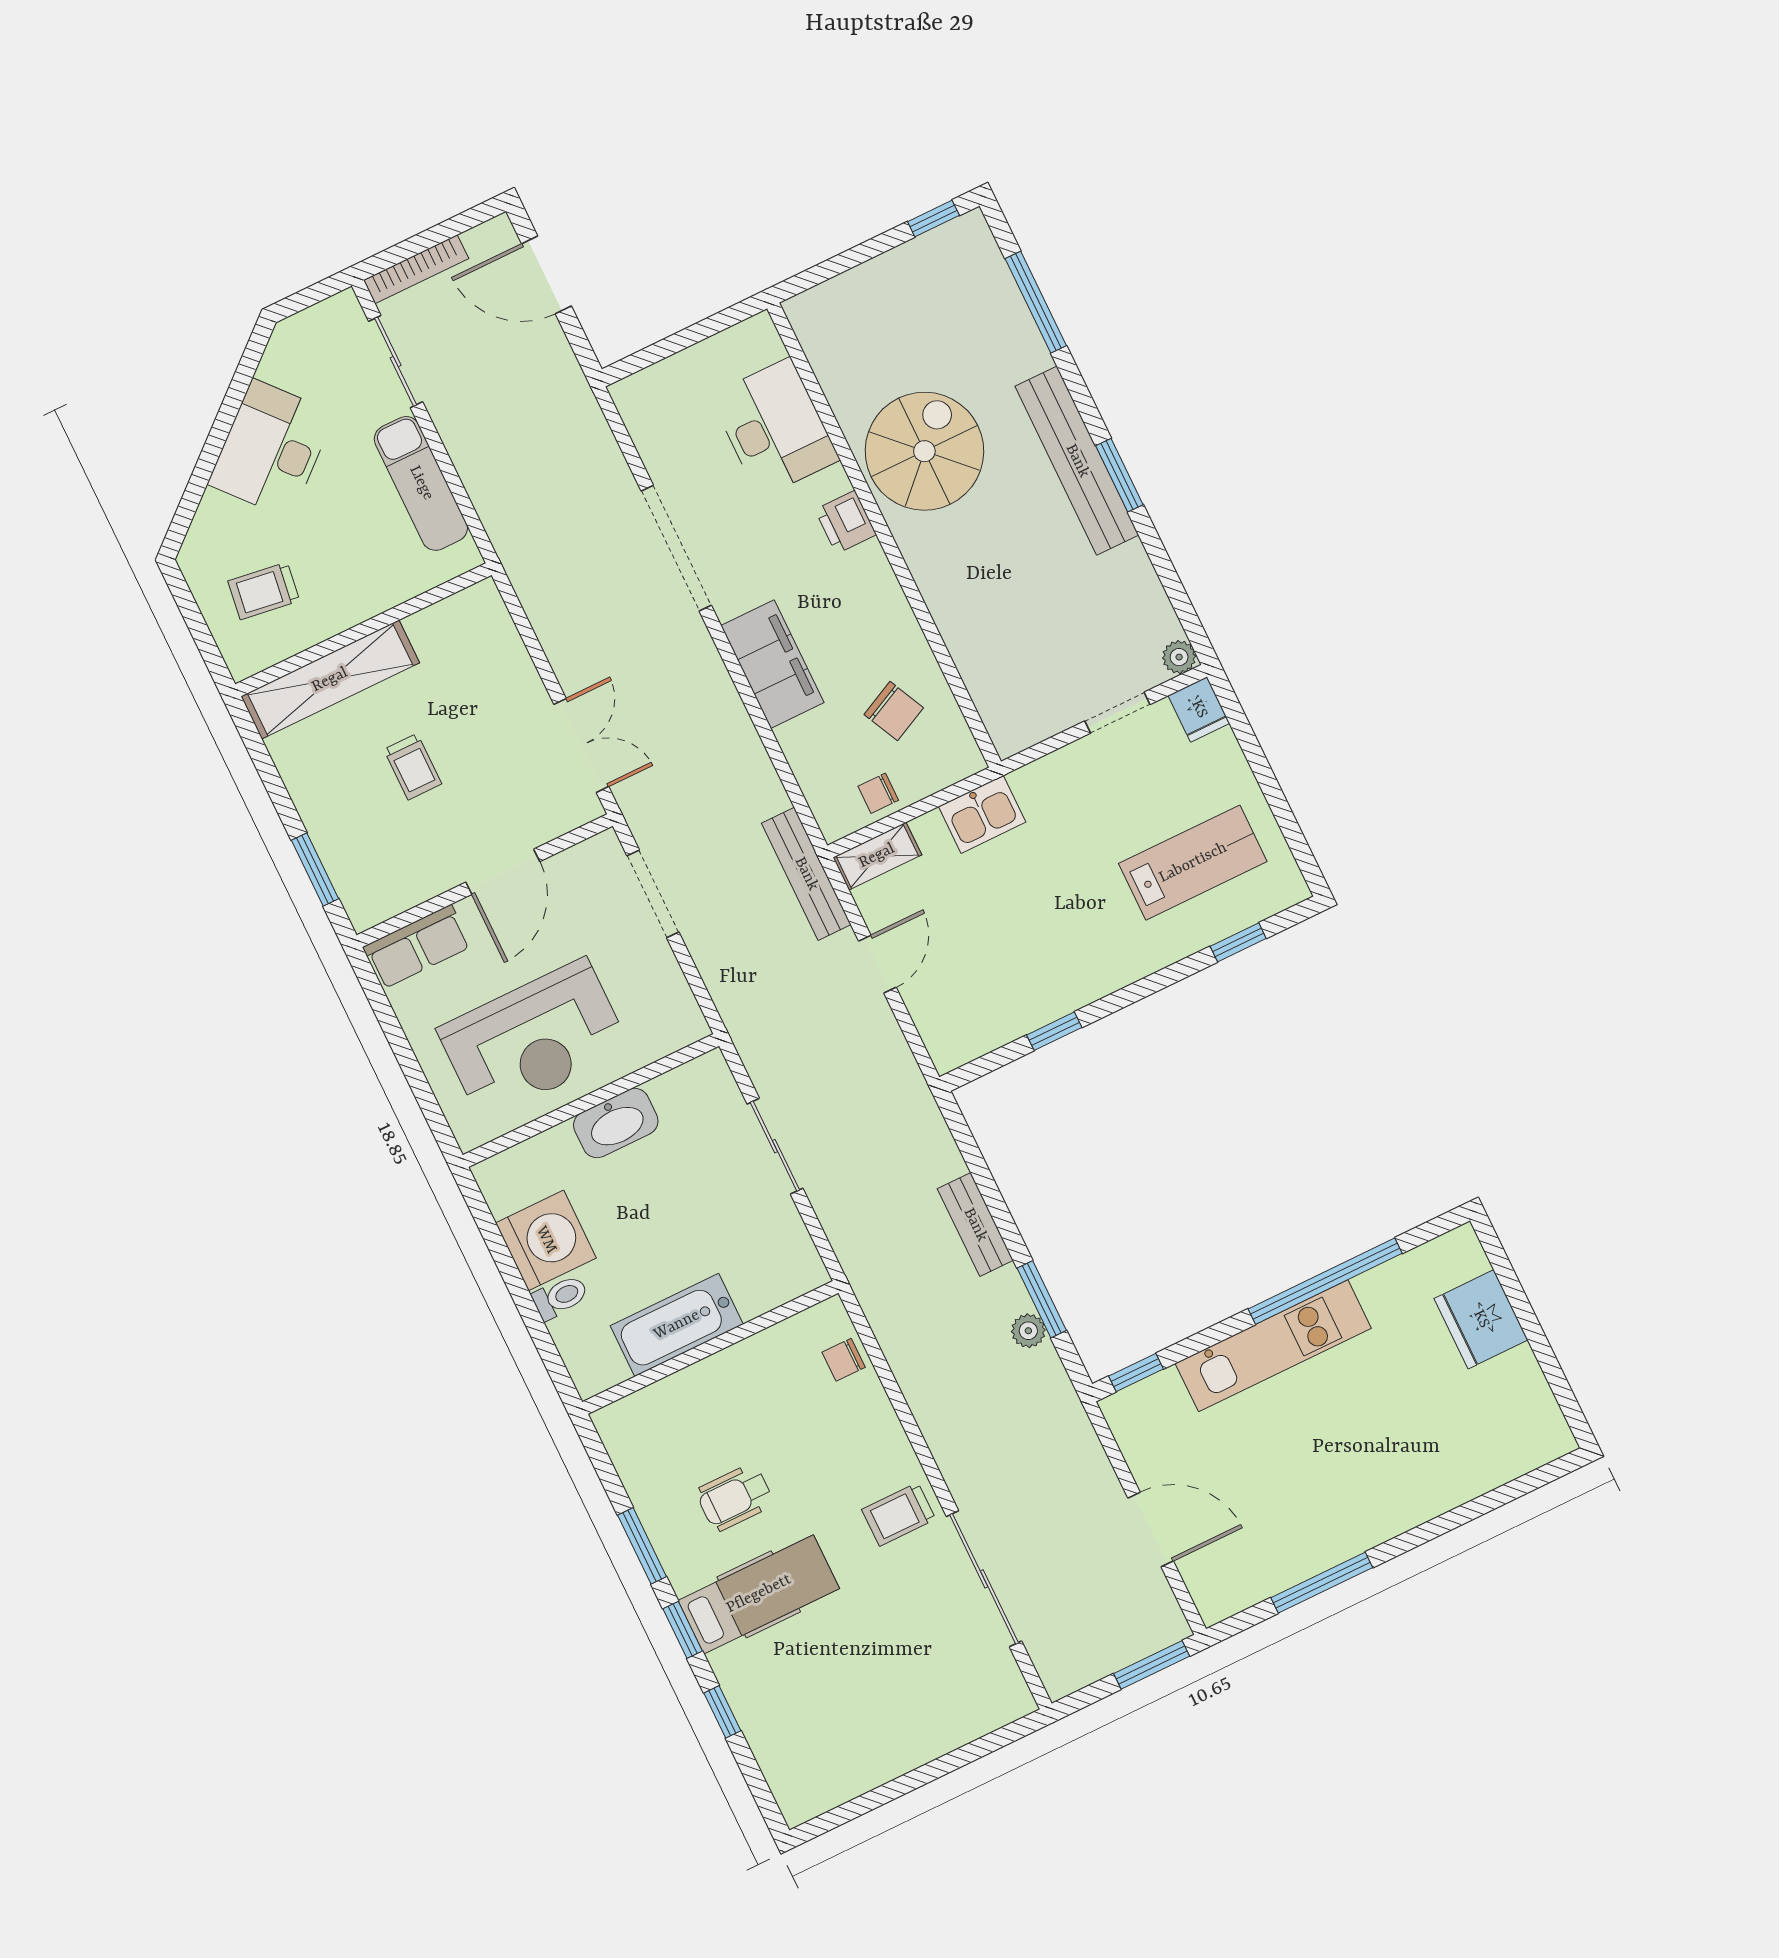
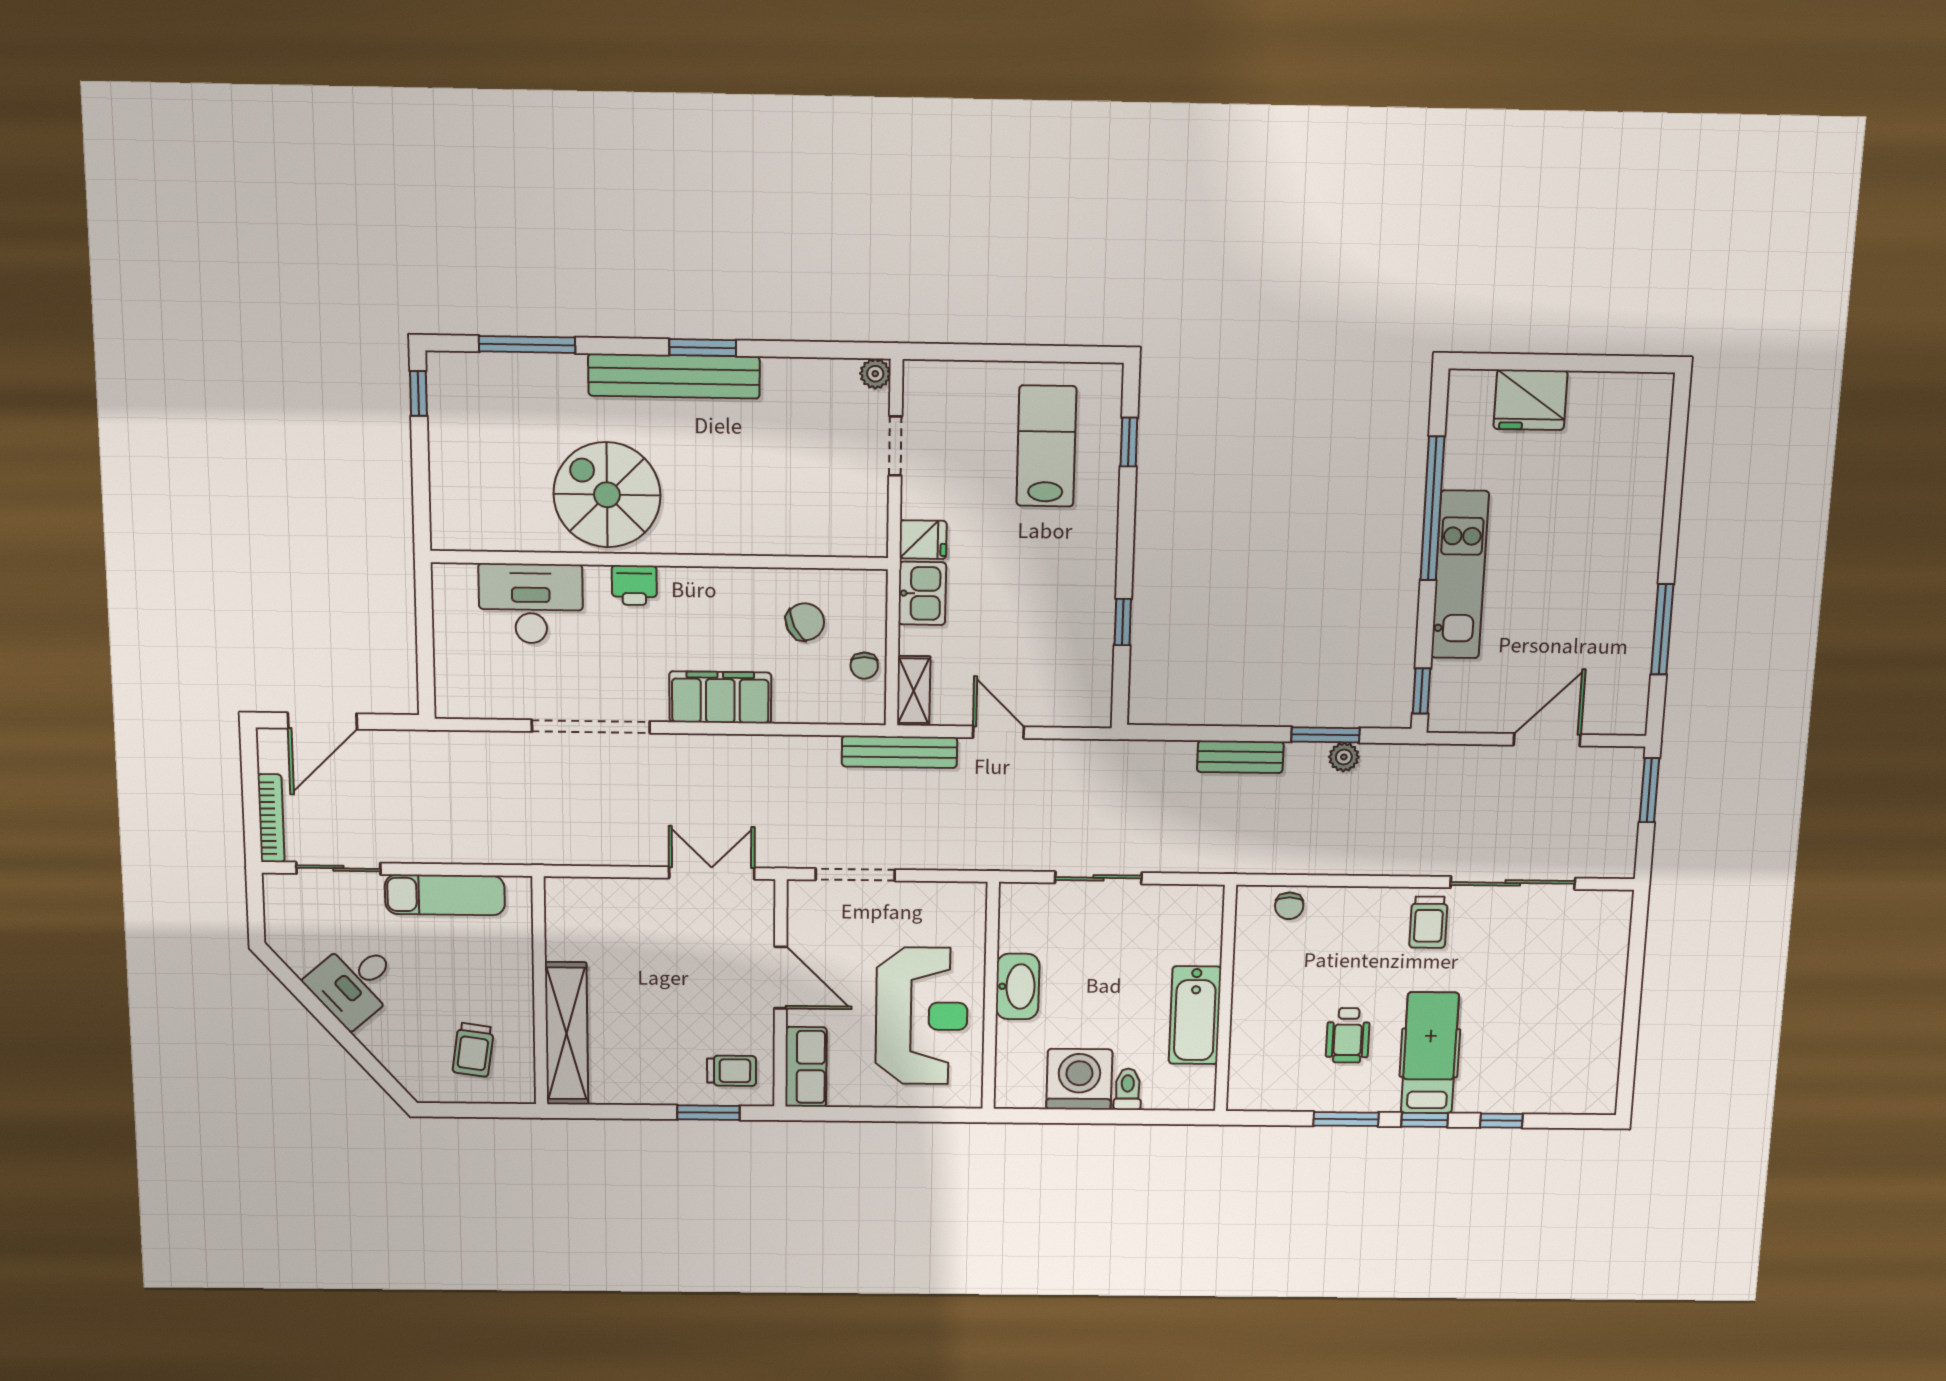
desk: (271, 449) -> (355, 983), width x0.73
fridge: (1199, 709) -> (923, 540), moved
trolley: (413, 767) -> (732, 1071), moved

